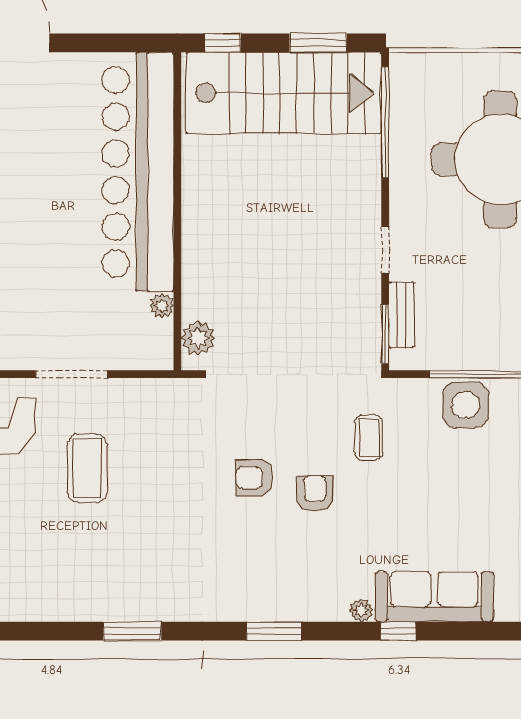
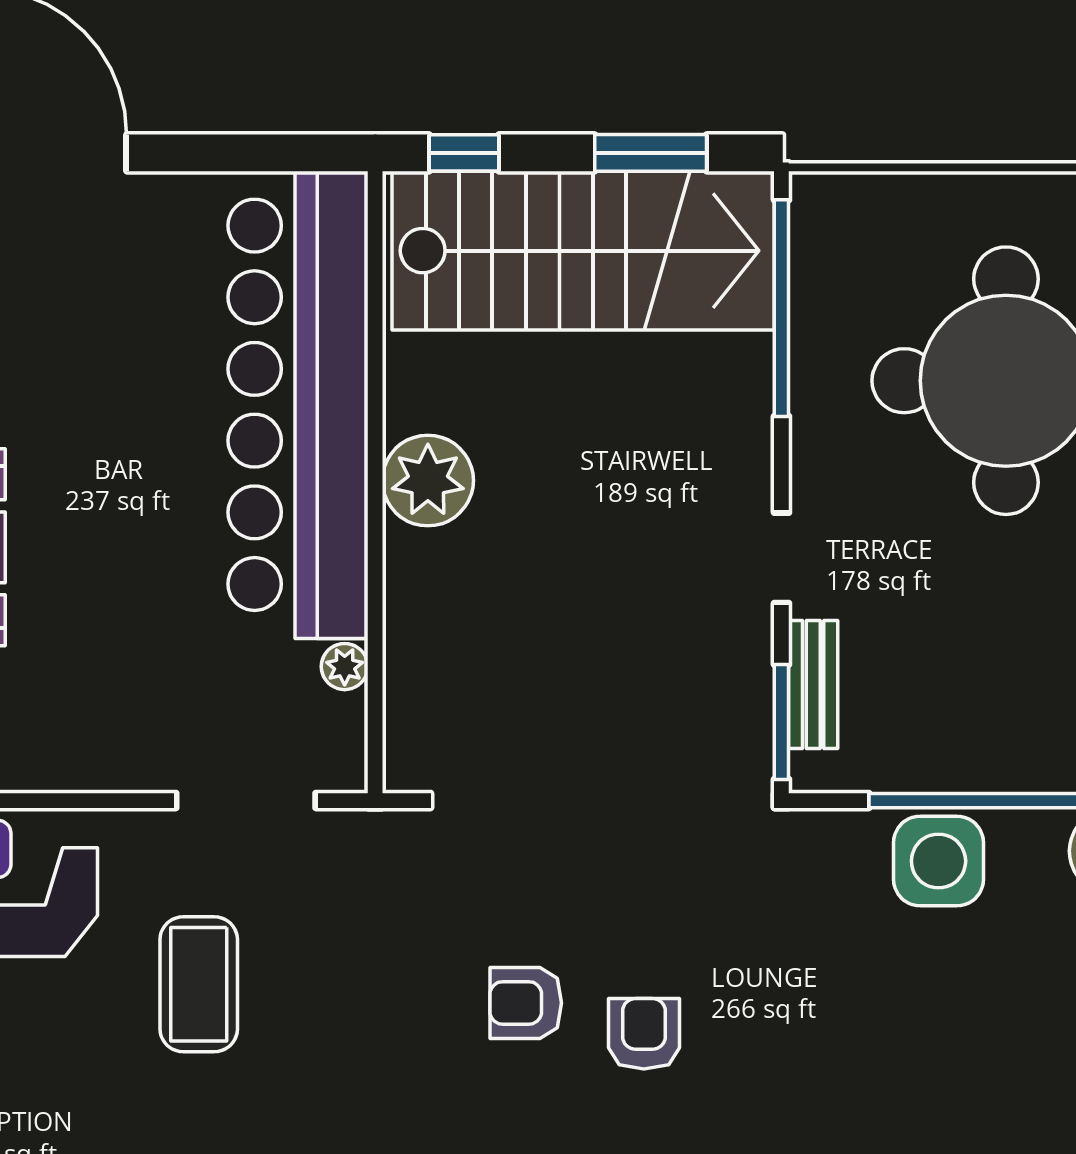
plant: (198, 338) -> (428, 481), moved, width x1.36, depth x1.36
doorway: (71, 374) -> (246, 801), moved
coffee table: (369, 438) -> (749, 924), removed

